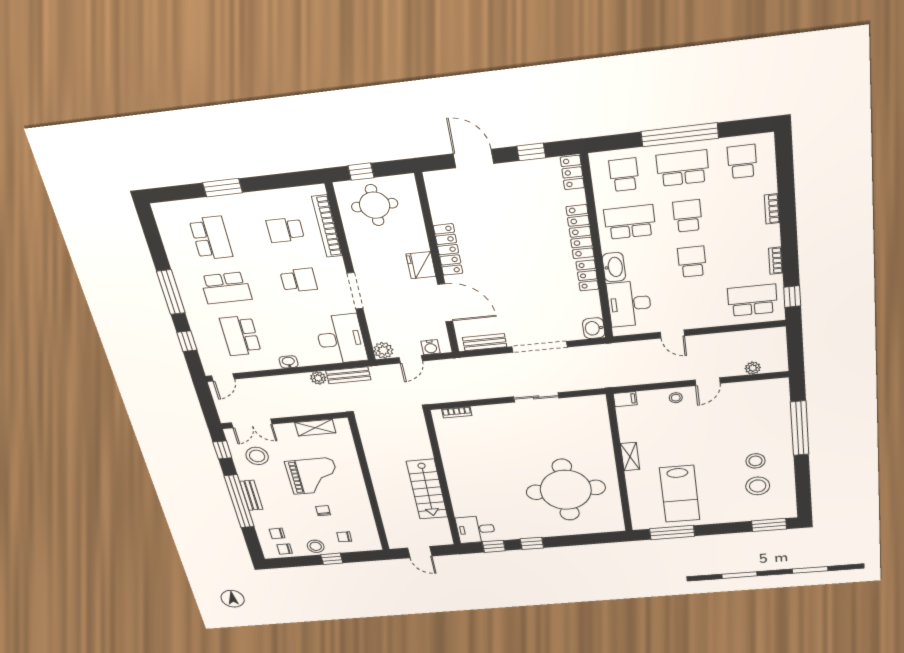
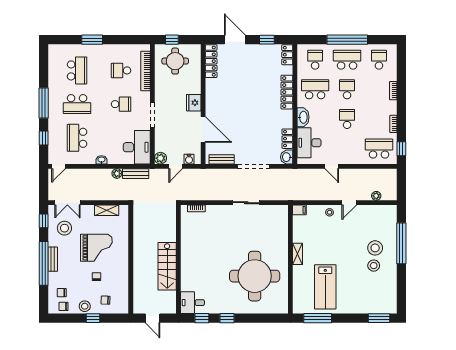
locker: (448, 250) -> (211, 61), moved
locker: (587, 275) -> (287, 139), moved
stool: (758, 486) -> (375, 248), moved

